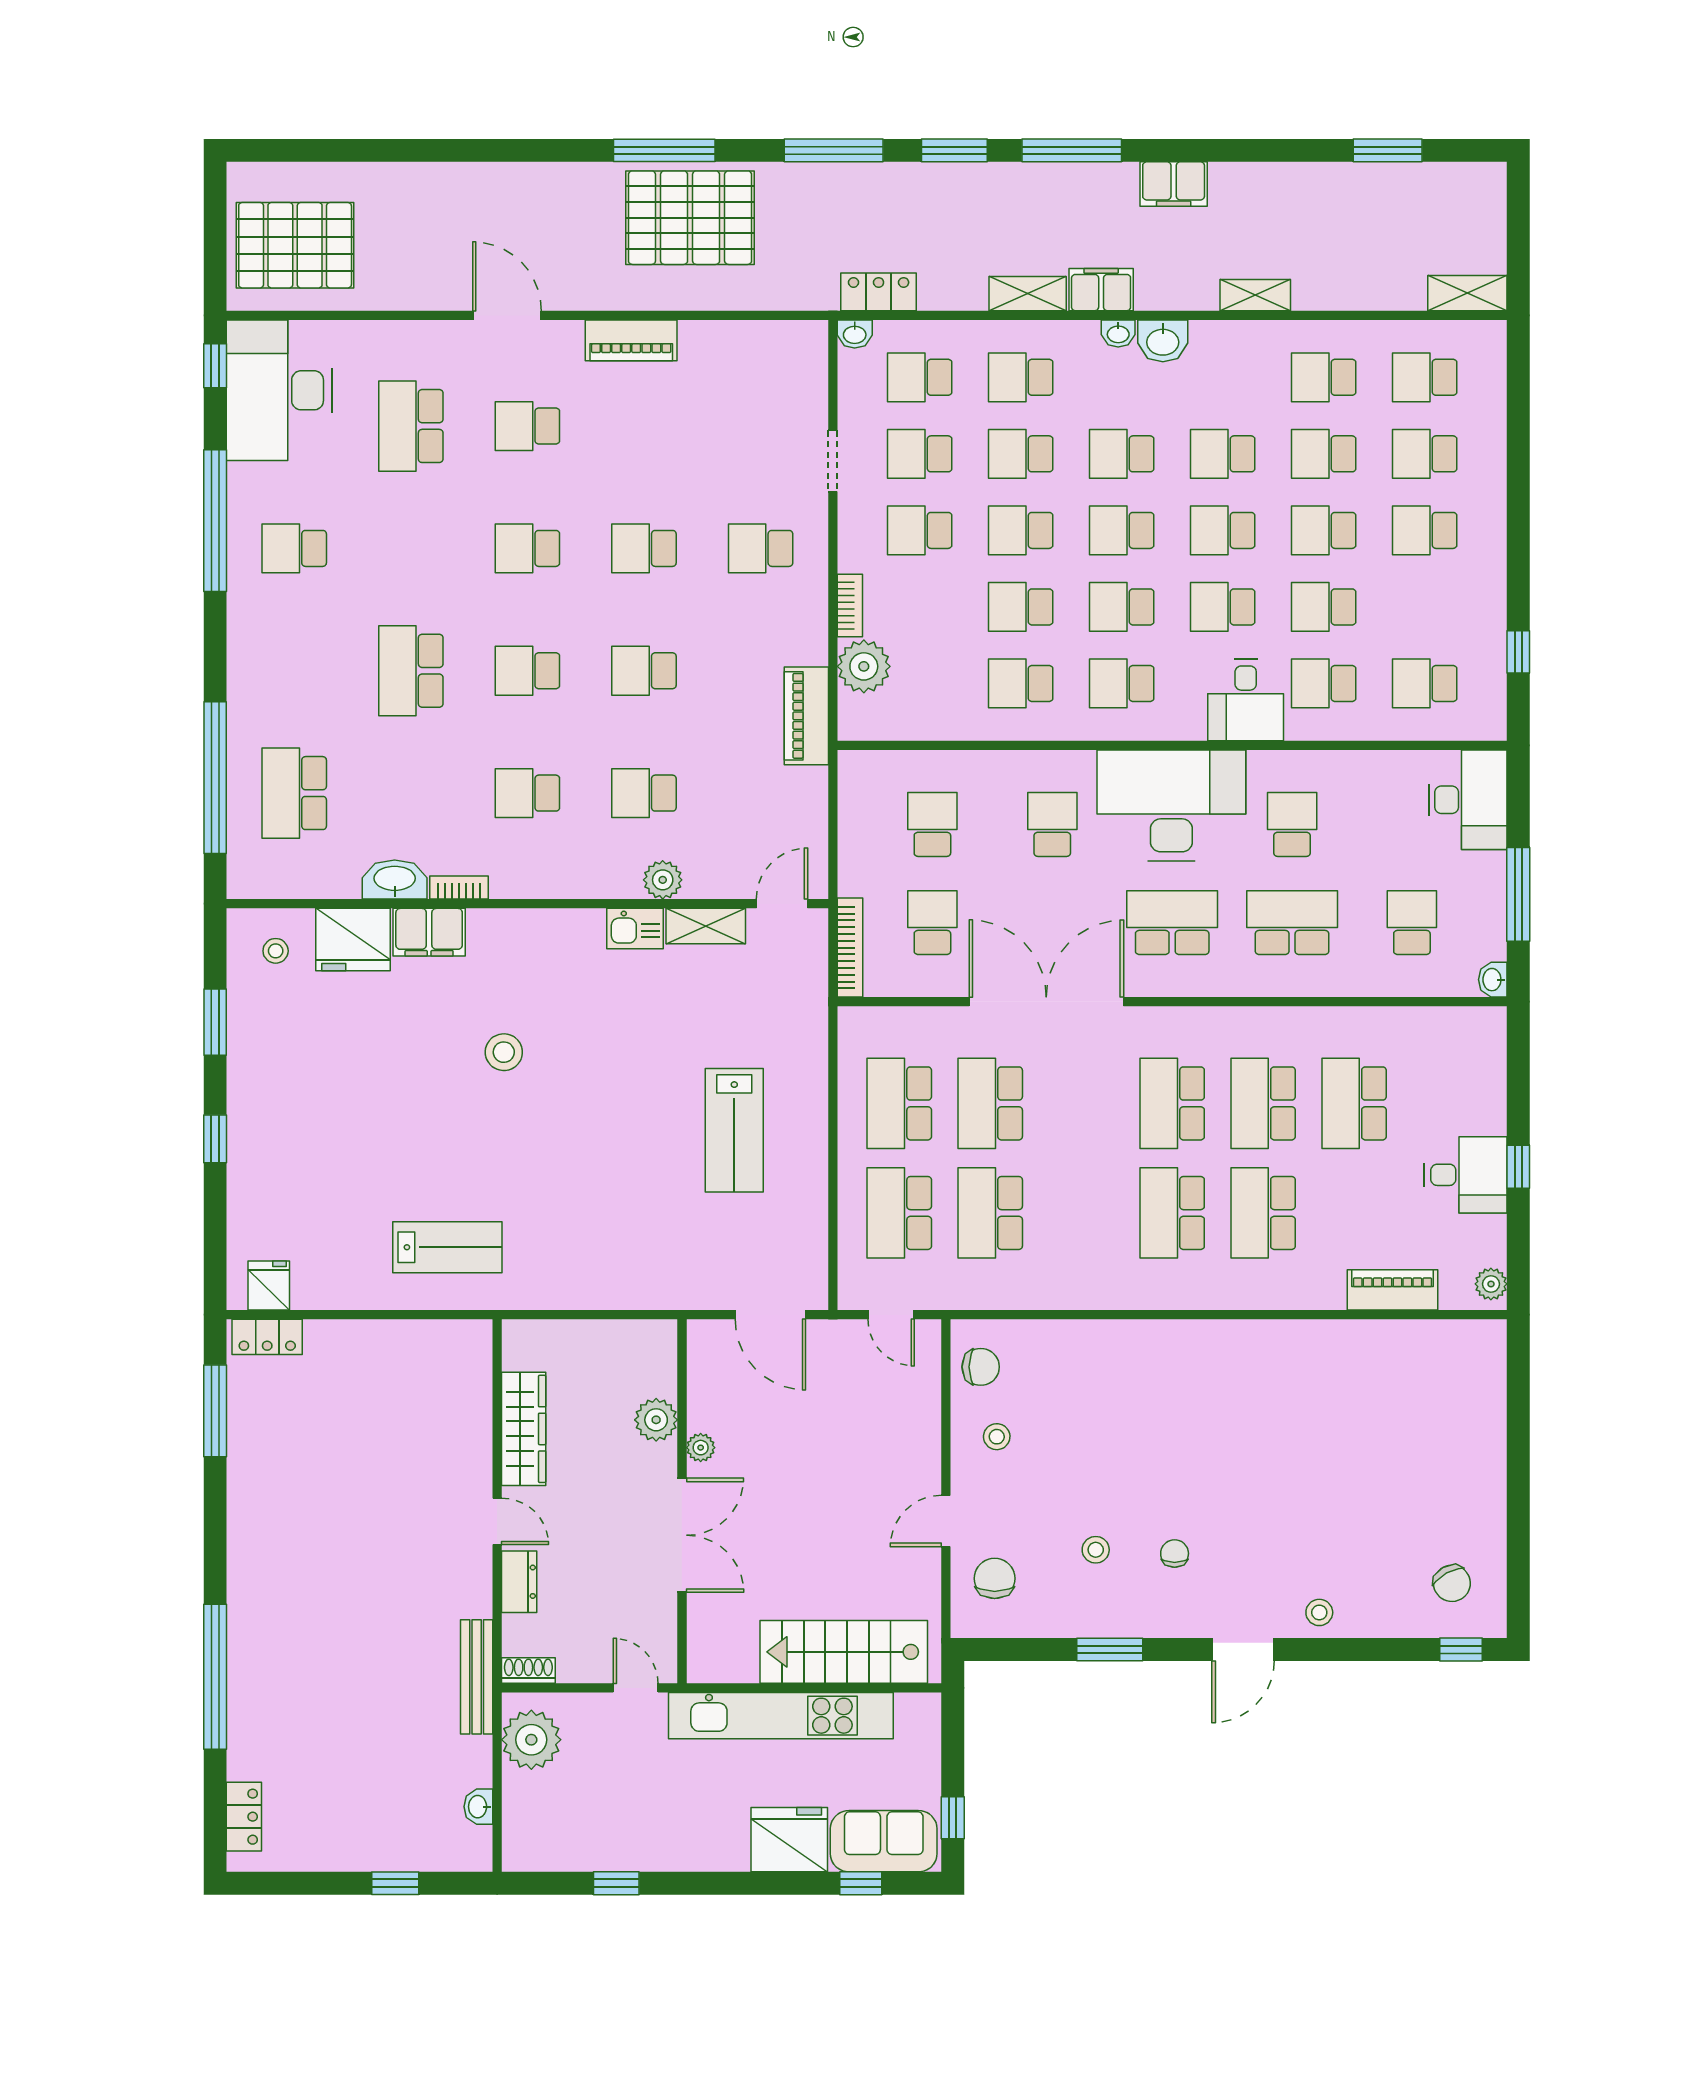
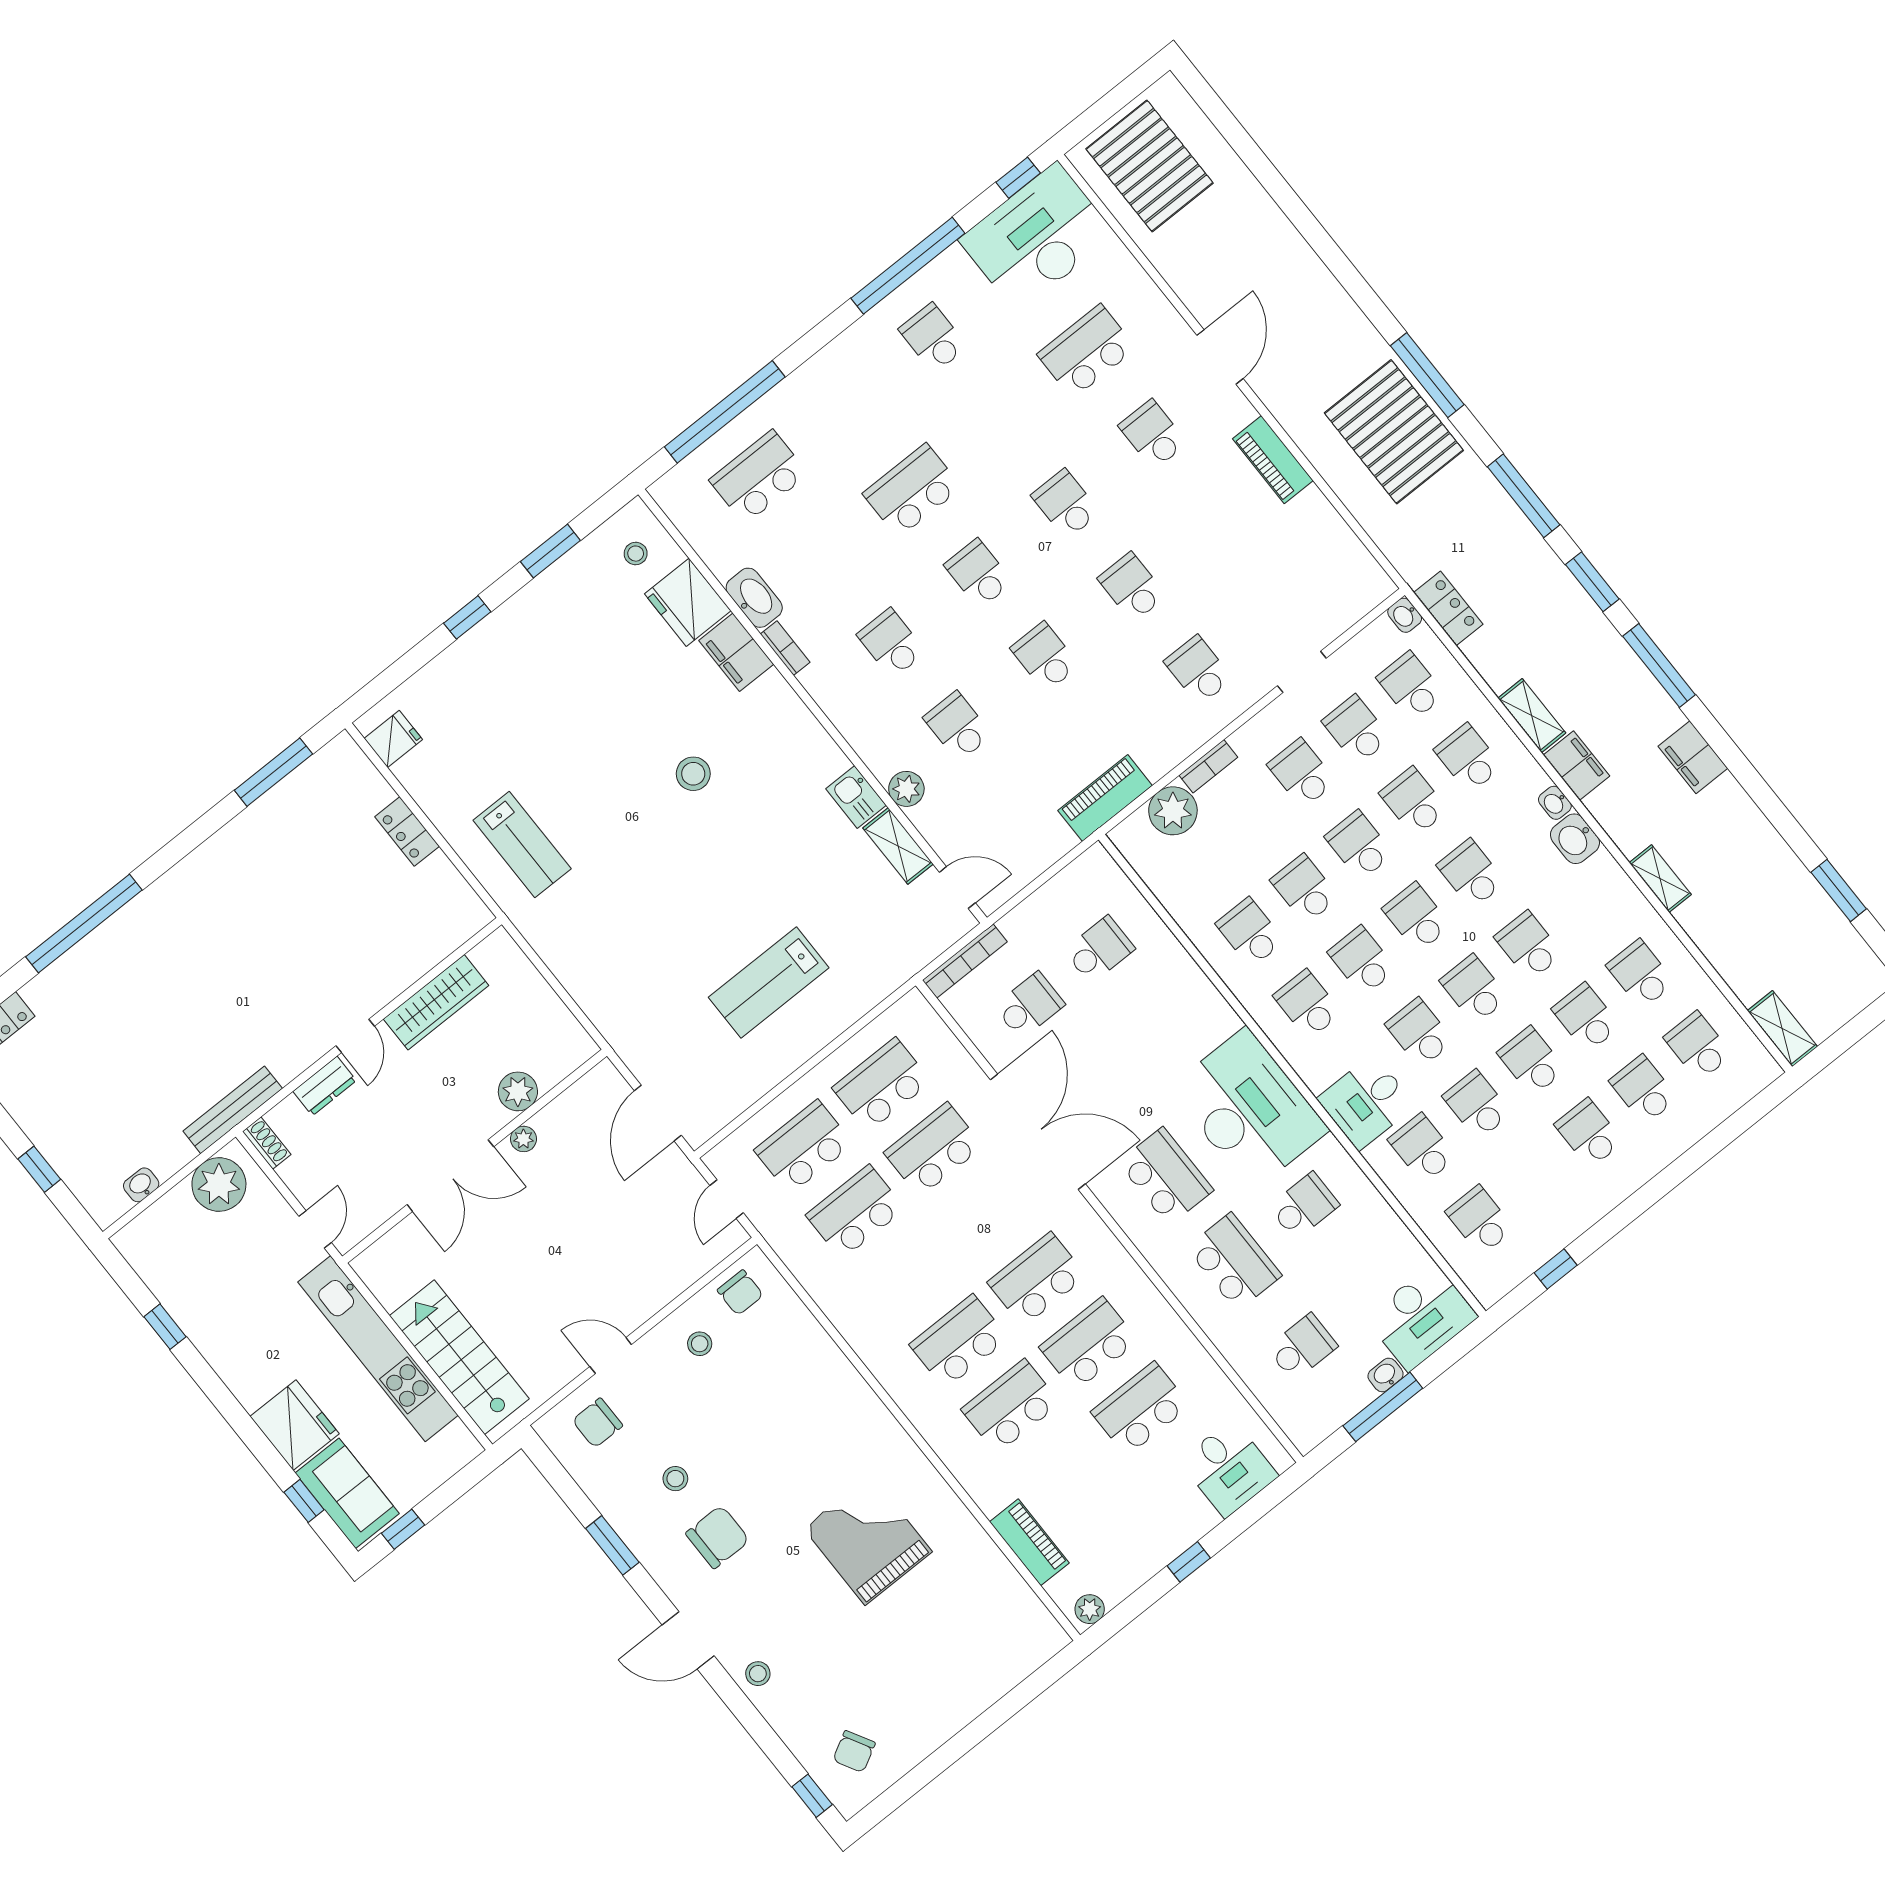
school desk: (1052, 824) -> (1168, 1035), removed
washbasin: (1493, 980) -> (1386, 1375), moved
desk: (1466, 1175) -> (1229, 1468), moved
locker: (267, 1337) -> (407, 831), moved
grand piano: (1280, 1427) -> (868, 1540), added
chair: (1175, 1553) -> (718, 1537), width x1.87, depth x1.87
chair: (995, 1578) -> (597, 1423), turned 180

